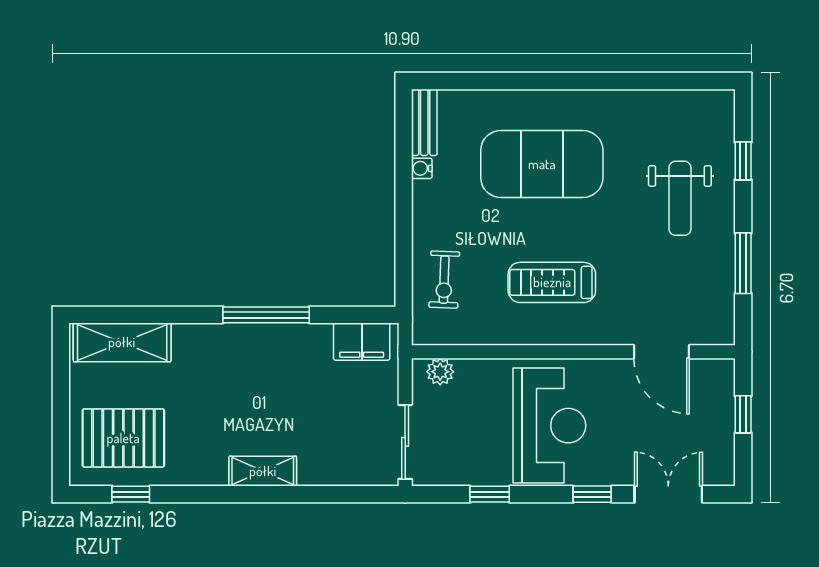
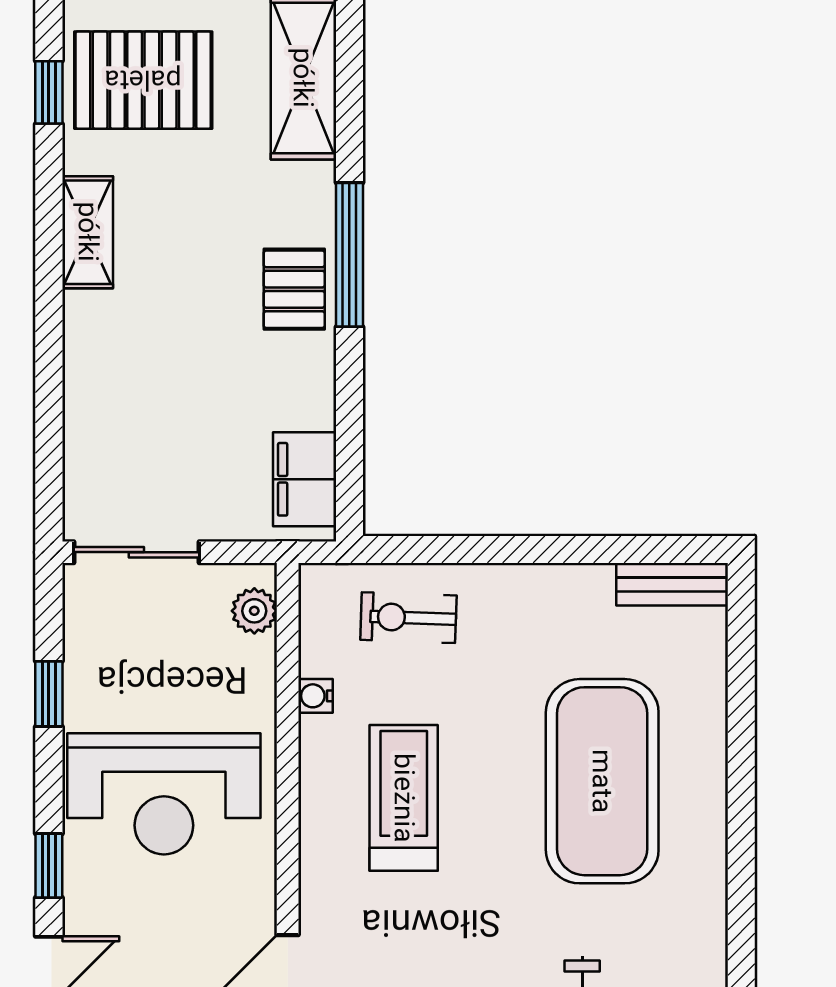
water cooler: (422, 168) -> (316, 696), moved, turned -90
window: (266, 315) -> (349, 255), moved
pallet: (248, 348) -> (294, 289), added
pallet: (123, 438) -> (143, 80), turned 90
shelving: (263, 471) -> (88, 232), moved

